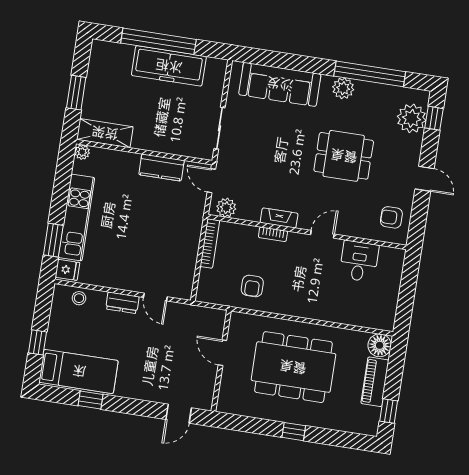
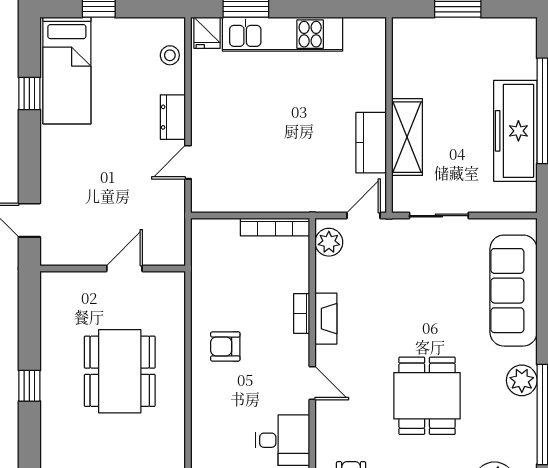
shelving: (105, 133) -> (407, 137), moved
plant: (82, 152) -> (376, 28), removed
armchair: (252, 286) -> (225, 346), moved
dining table: (293, 367) -> (120, 371), width x0.73, depth x0.80

